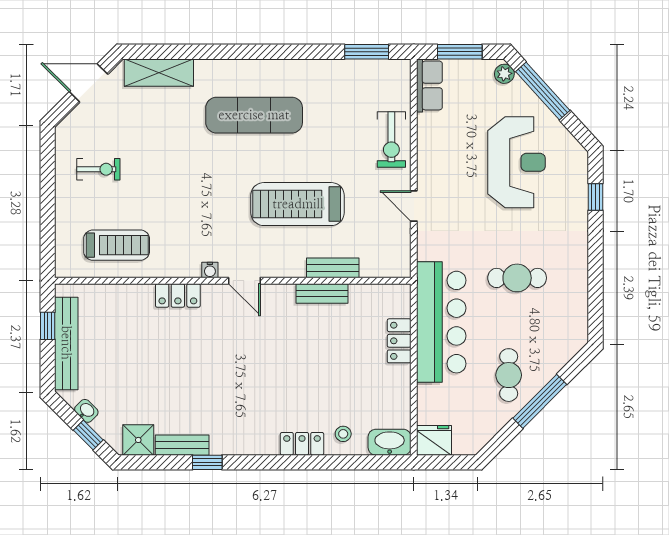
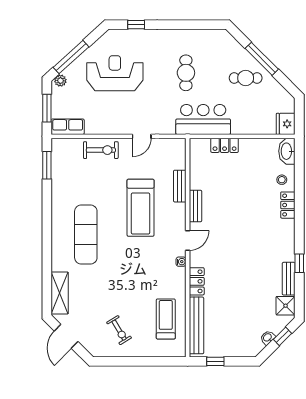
exercise bike: (98, 169) -> (119, 330), turned 149
bench: (322, 293) -> (195, 206), moved
bar counter: (441, 322) -> (203, 119), width x0.73
bench: (66, 343) -> (196, 325), moved, turned 90

